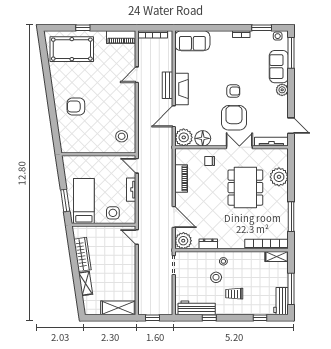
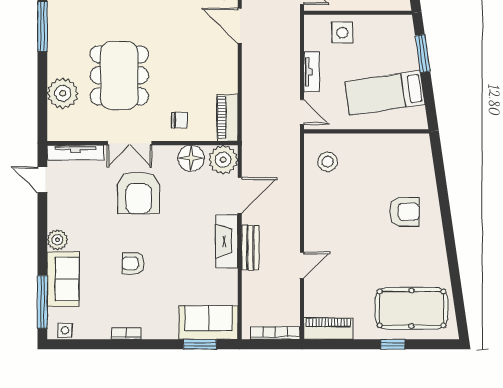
window: (262, 28) -> (200, 344), moved
armchair: (233, 91) -> (133, 263), moved
piano: (181, 178) -> (227, 118), moved
bed: (84, 201) -> (385, 93), moved, turned 82

